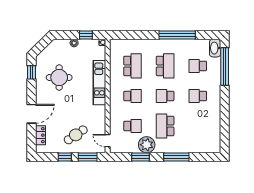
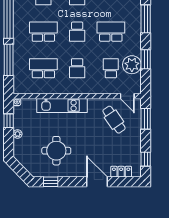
window: (140, 35) -> (9, 60), added
school desk: (133, 96) -> (77, 68), turned 180
school desk: (165, 126) -> (111, 32), turned 180
cafe table: (76, 135) -> (114, 120), moved
door: (108, 141) -> (127, 96), hinge flipped
plant: (147, 145) -> (132, 65), moved
window: (65, 157) -> (146, 159), moved

